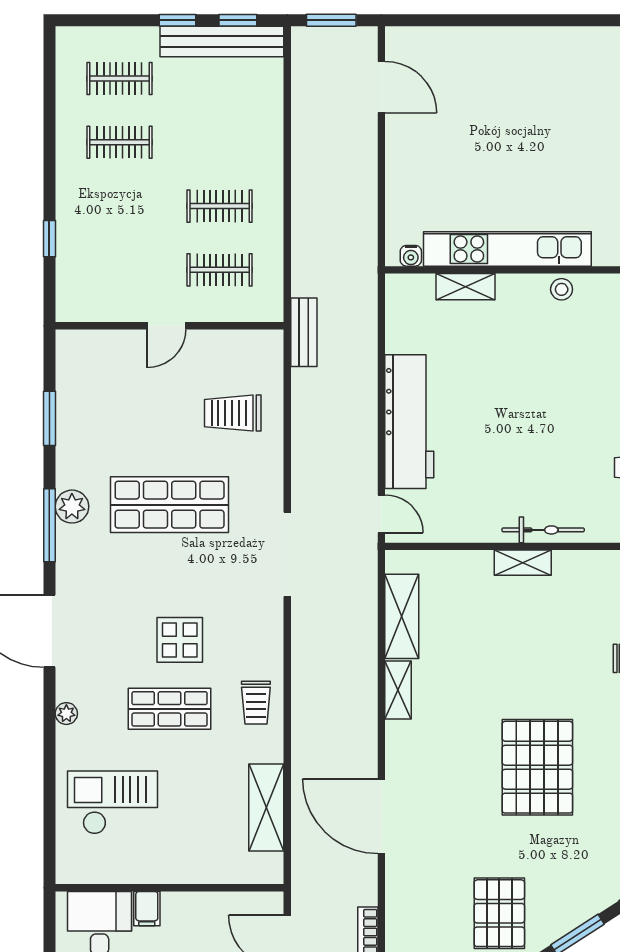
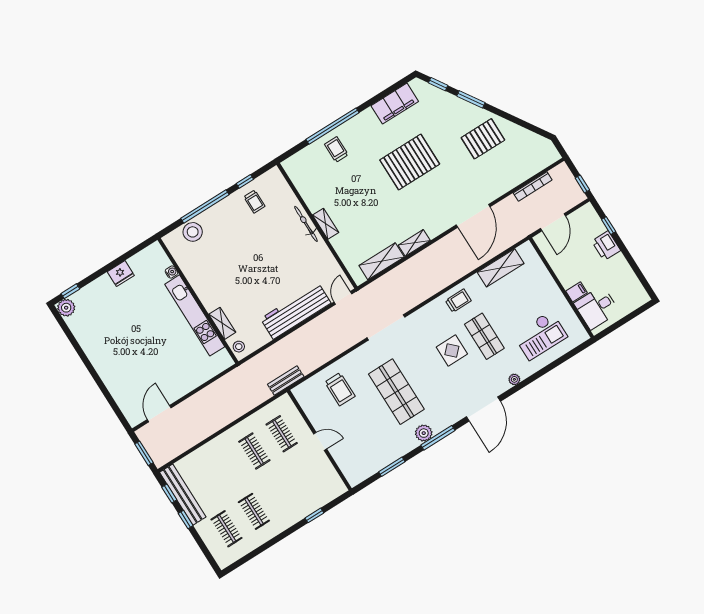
water cooler: (411, 256) -> (171, 272), moved
stool: (562, 289) -> (239, 347), moved
checkout: (112, 803) -> (540, 335), turned -90

